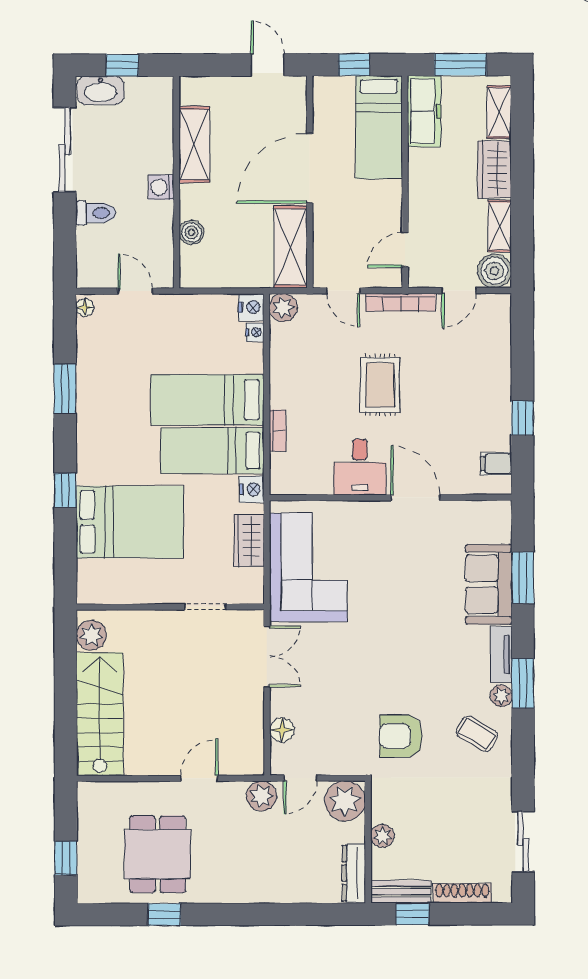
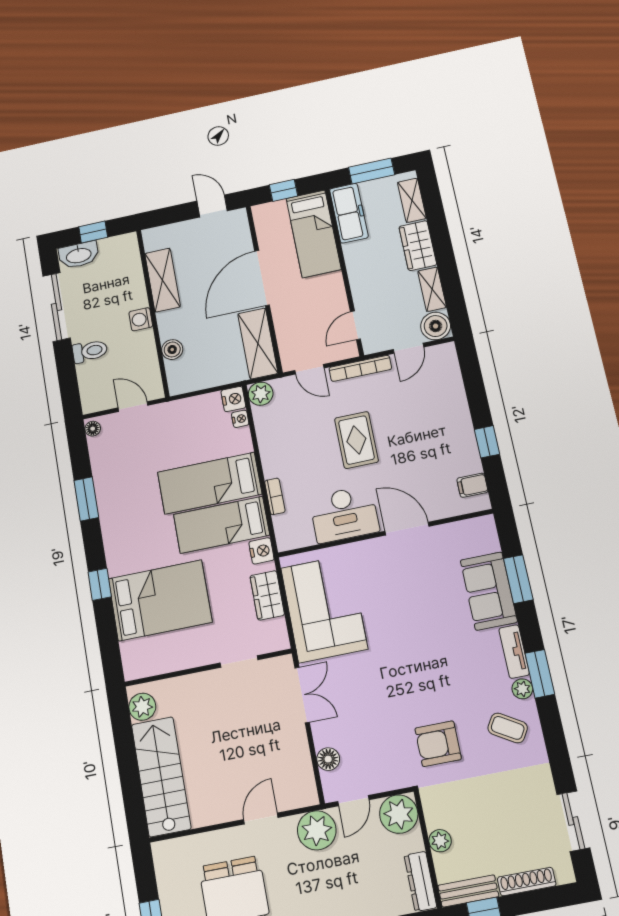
desk: (360, 467) -> (344, 514), width x1.37
plant: (261, 796) -> (317, 830), width x1.36, depth x1.36

